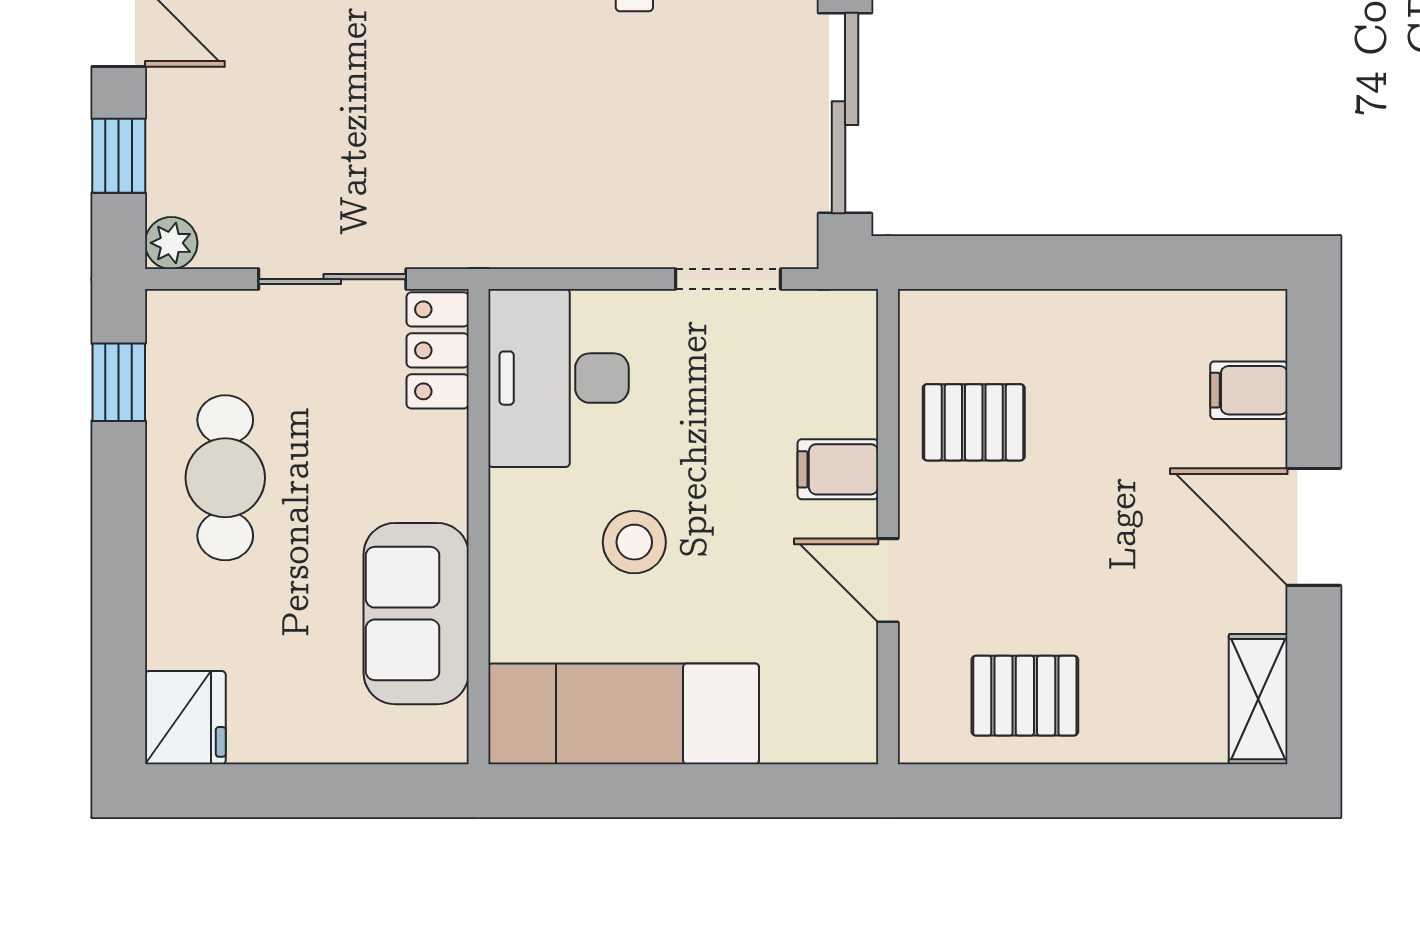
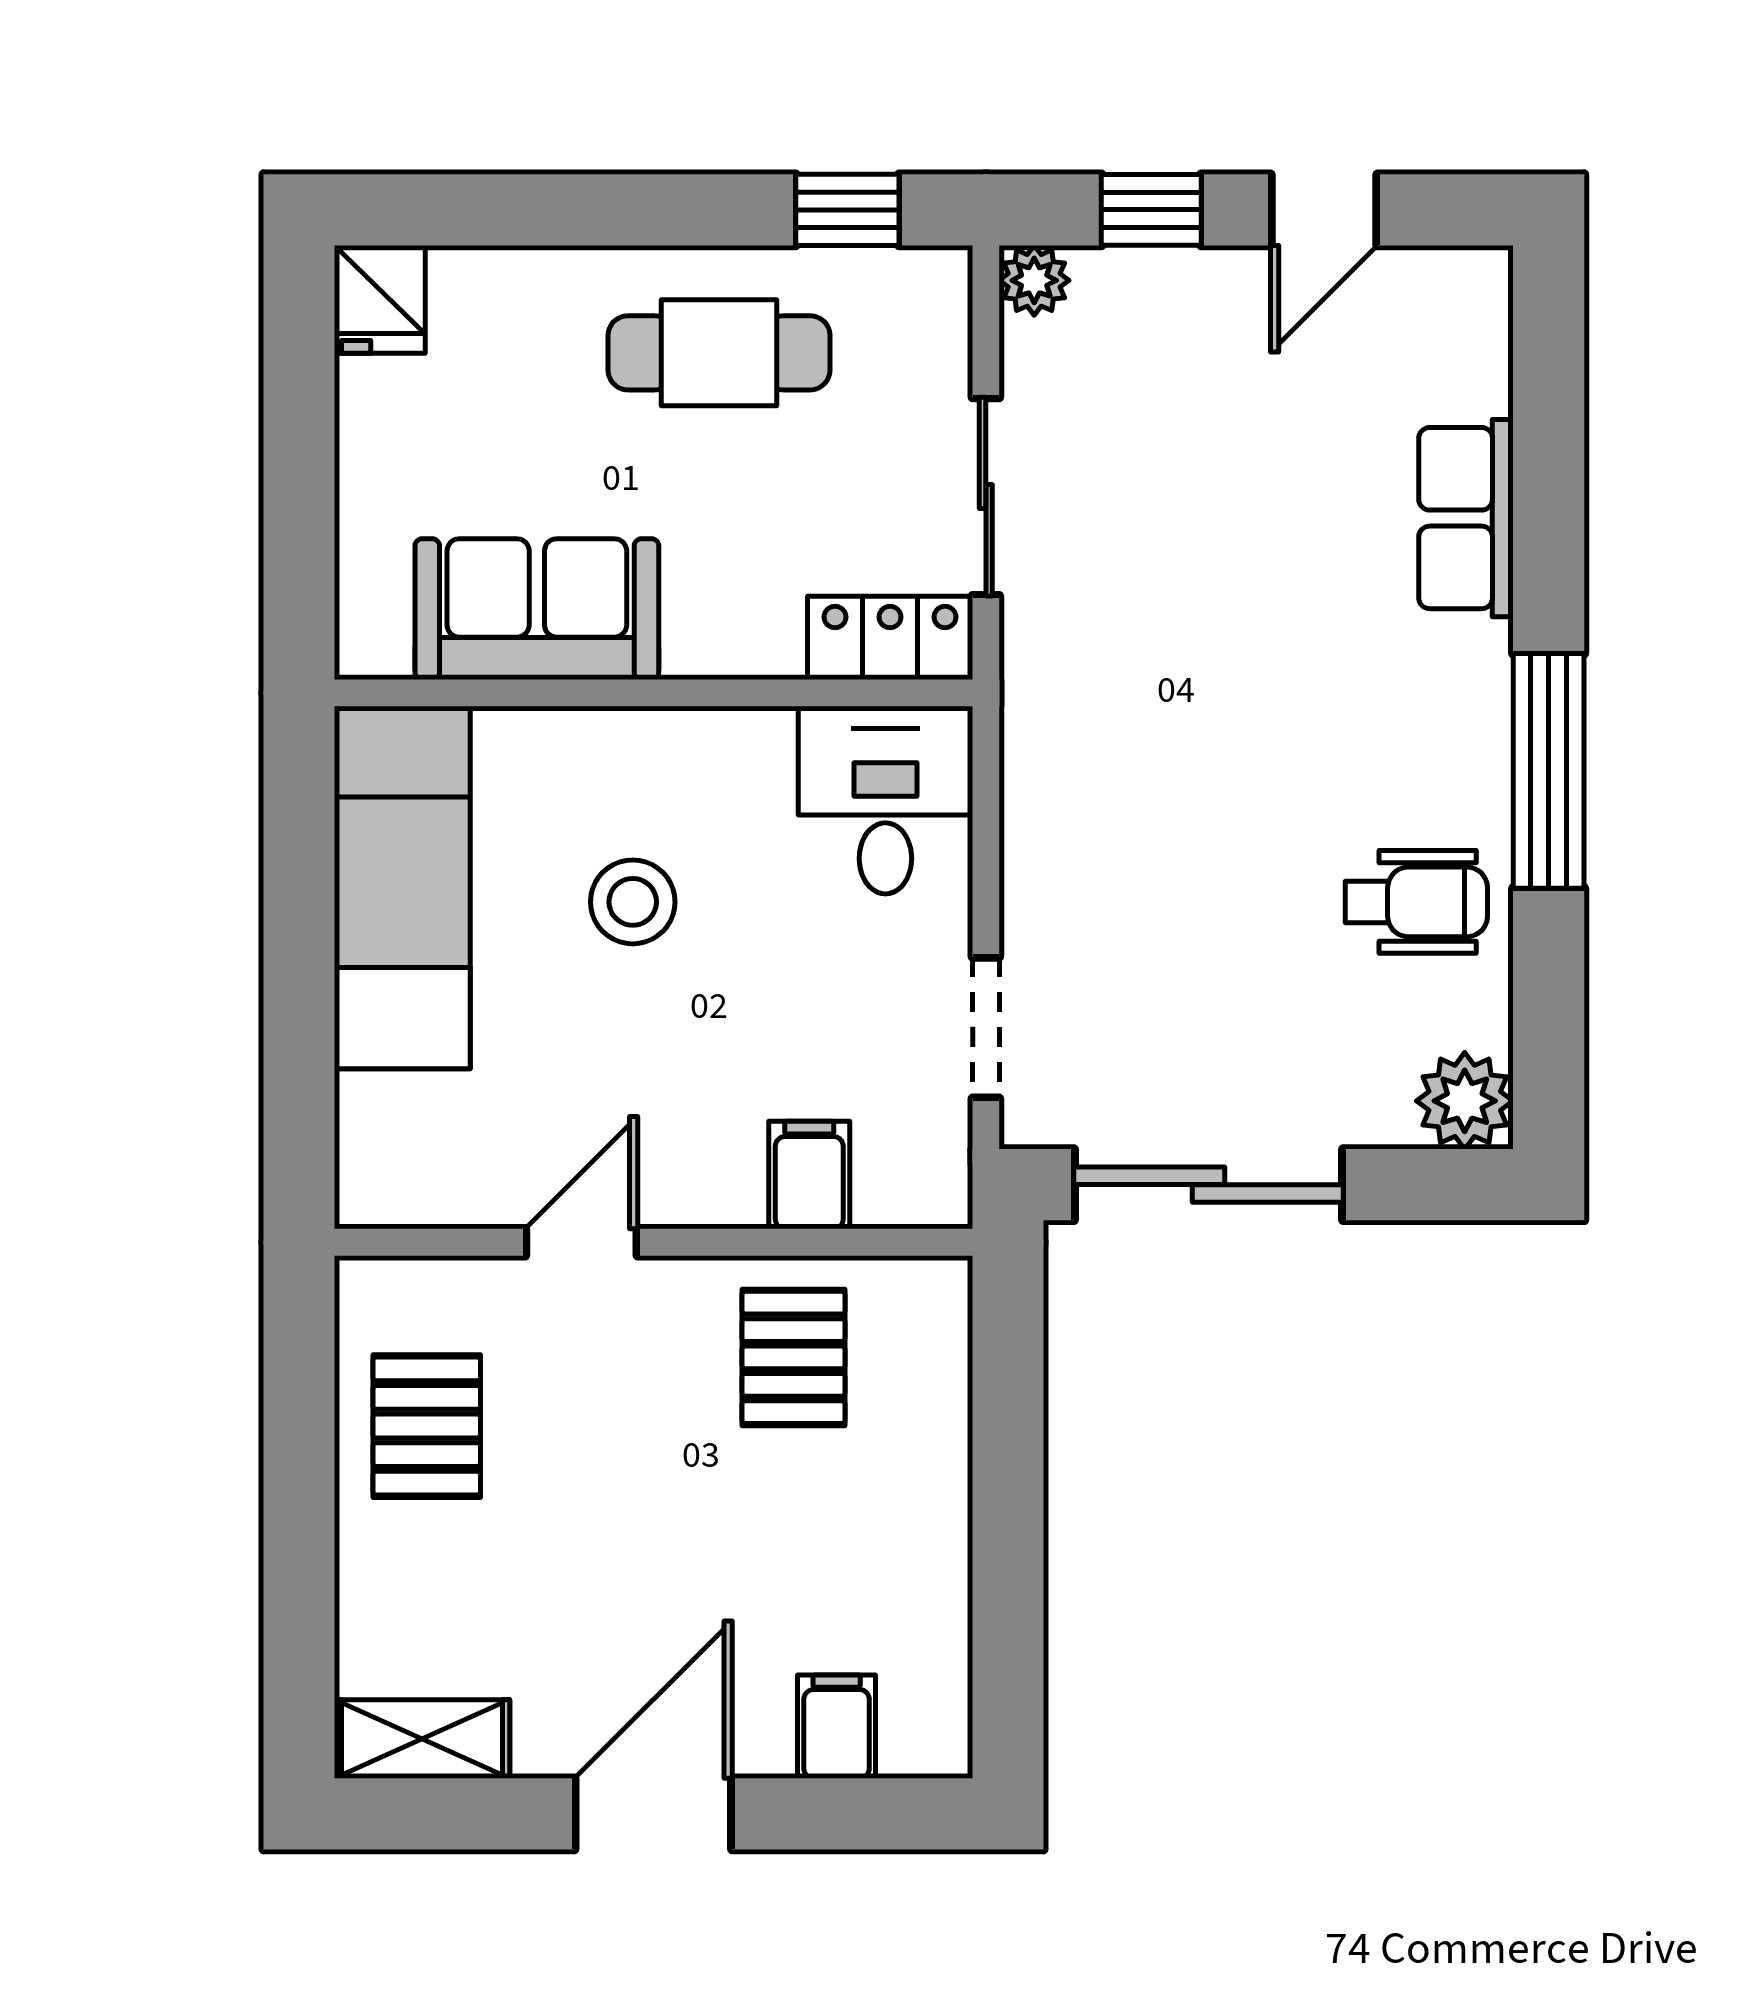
desk: (558, 378) -> (885, 800), width x0.73
filing cabinet: (838, 469) -> (809, 1175), moved
fridge: (185, 718) -> (380, 299), width x0.72

